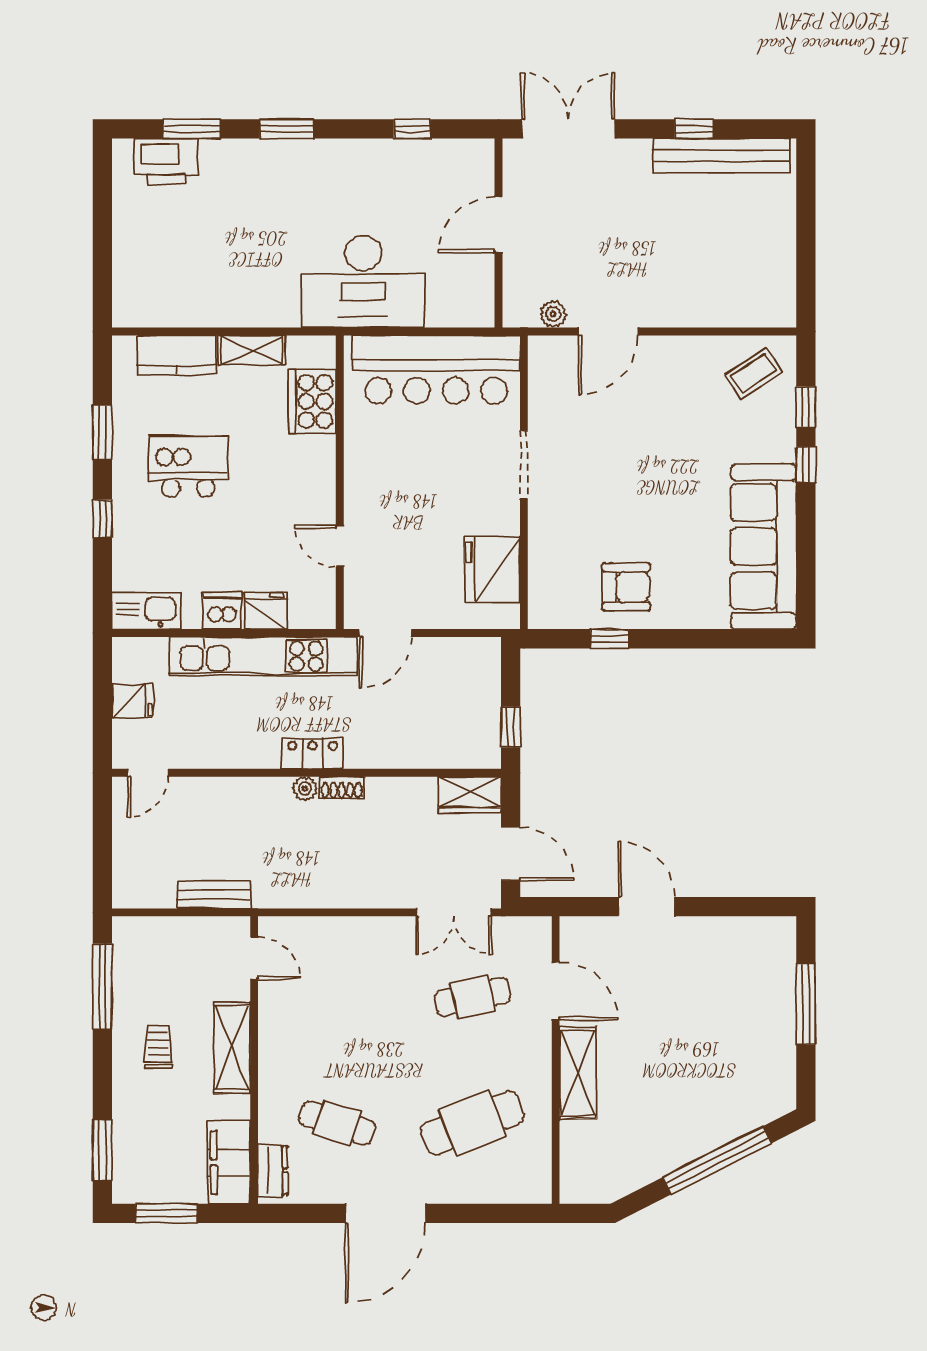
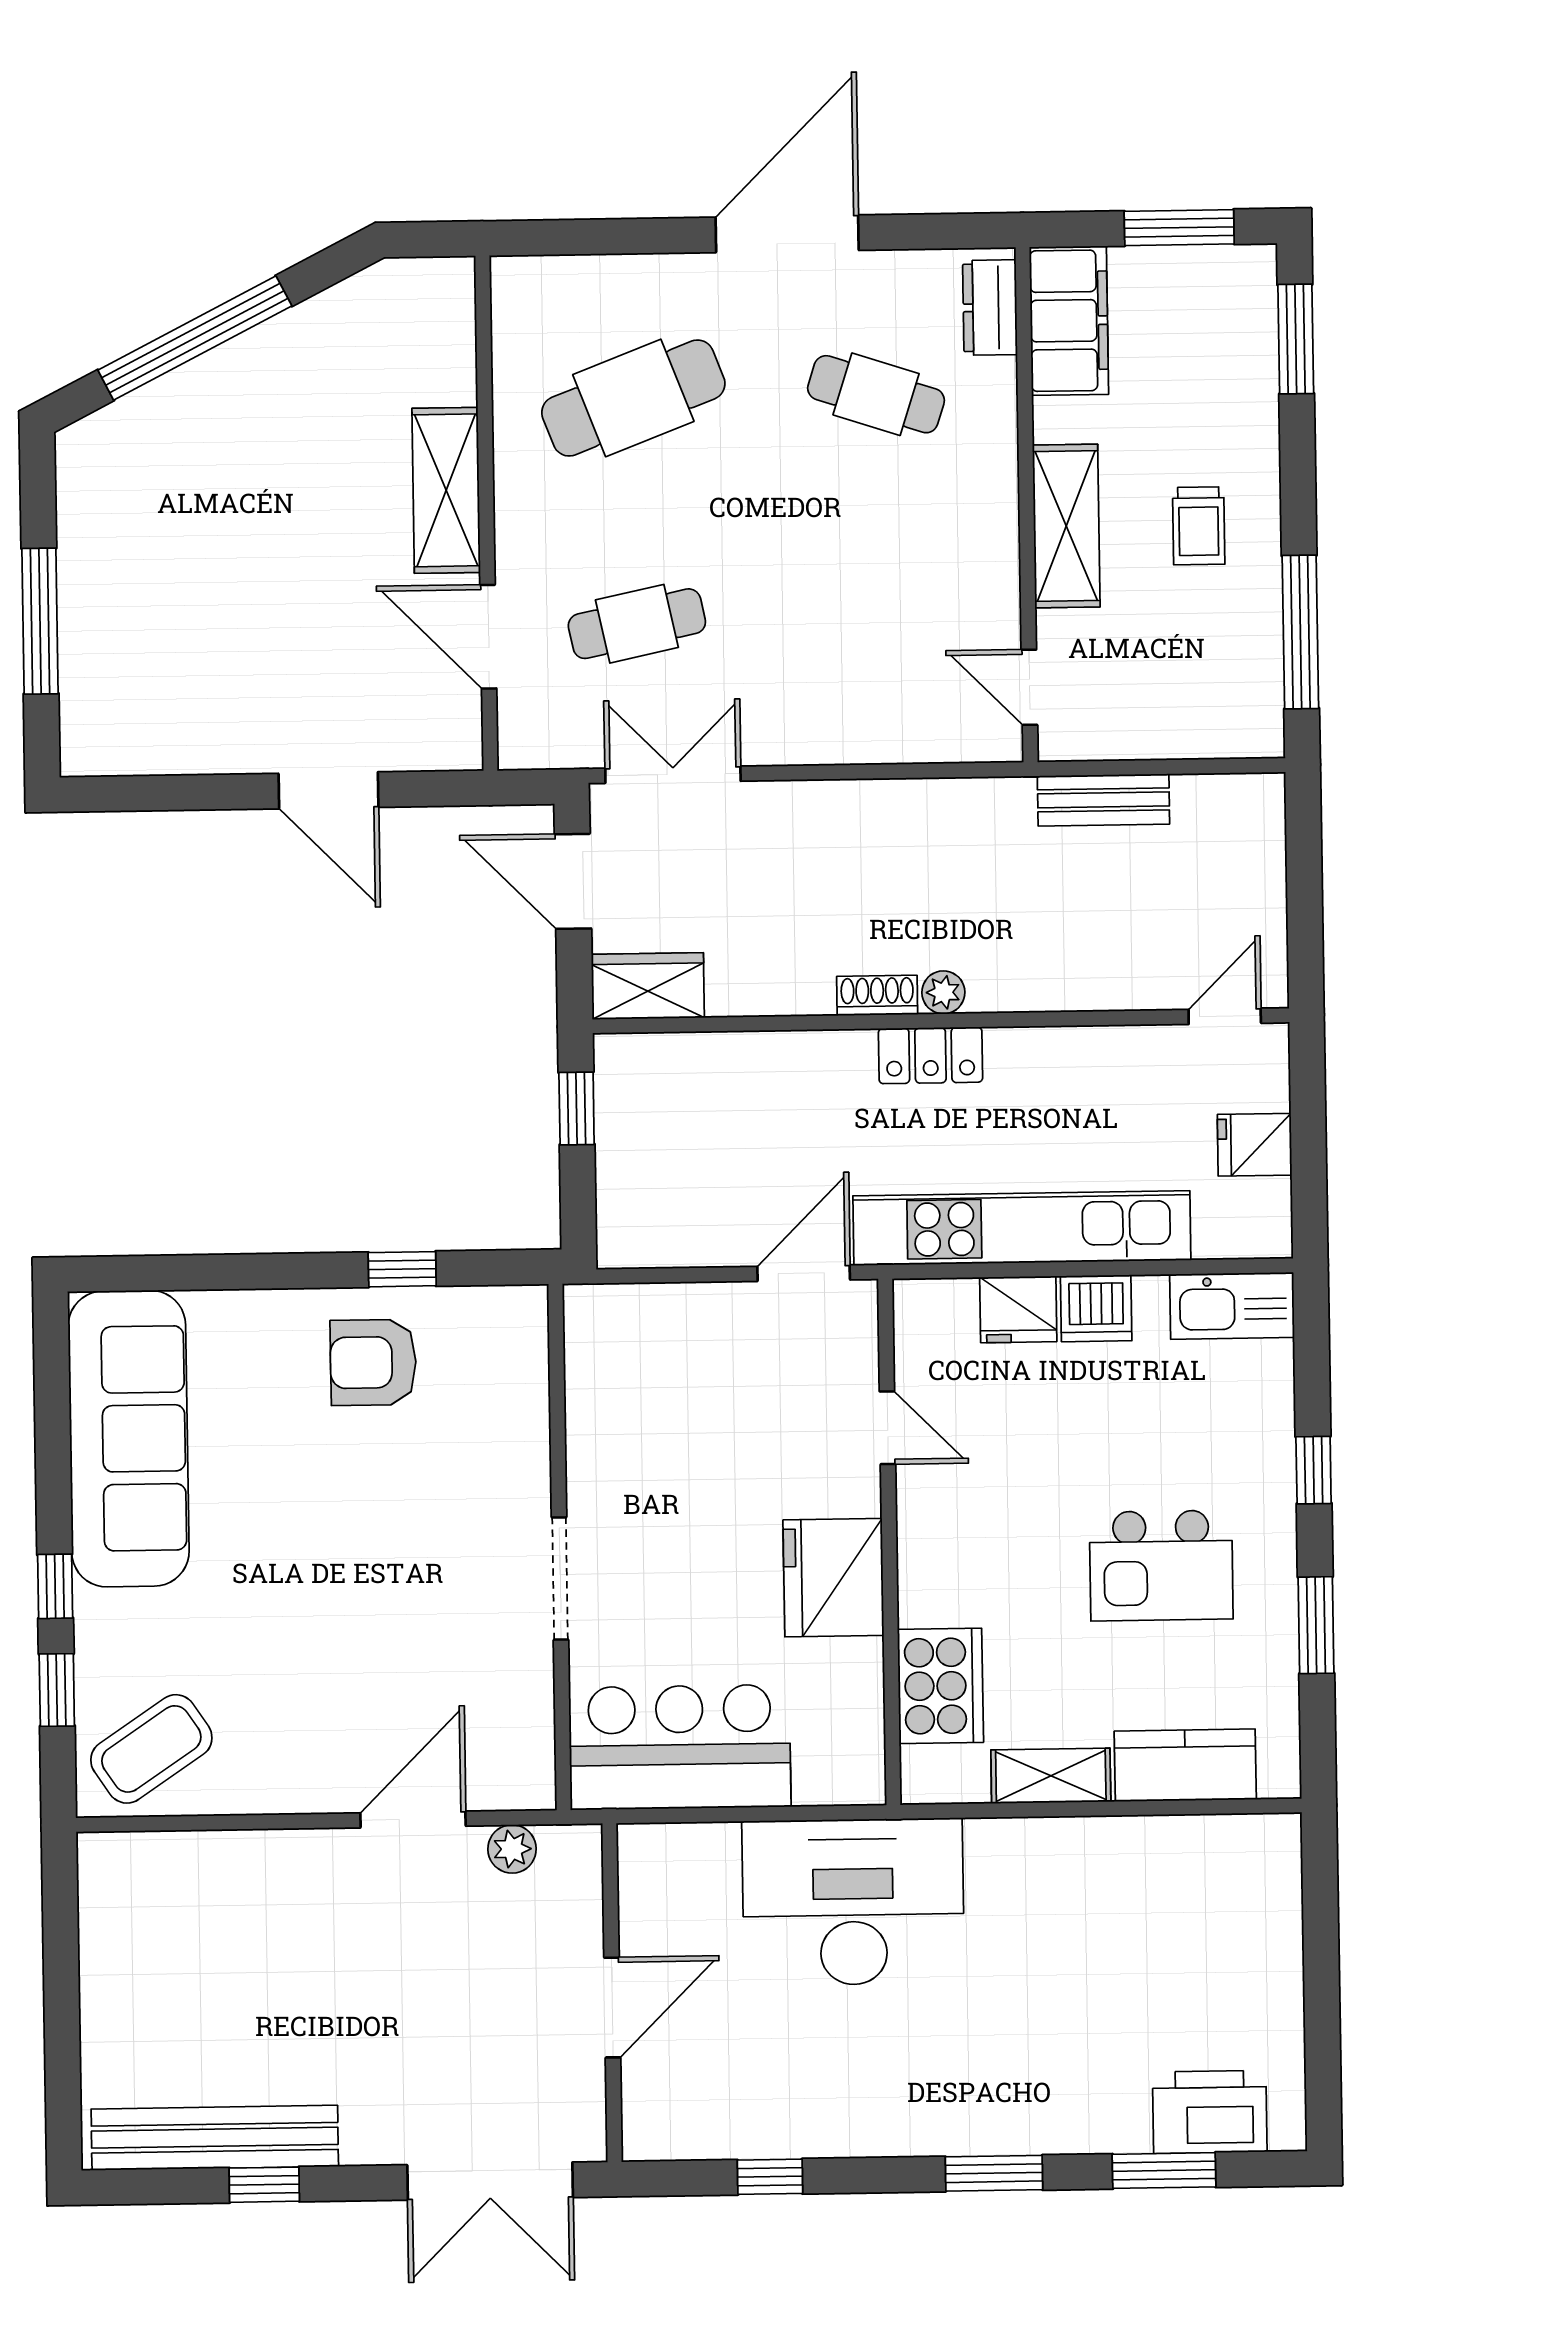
bar counter: (436, 369) -> (680, 1747), width x0.73
coffee table: (754, 373) -> (151, 1749), width x1.36, depth x1.30
fridge: (492, 569) -> (833, 1578), moved, turned 180

